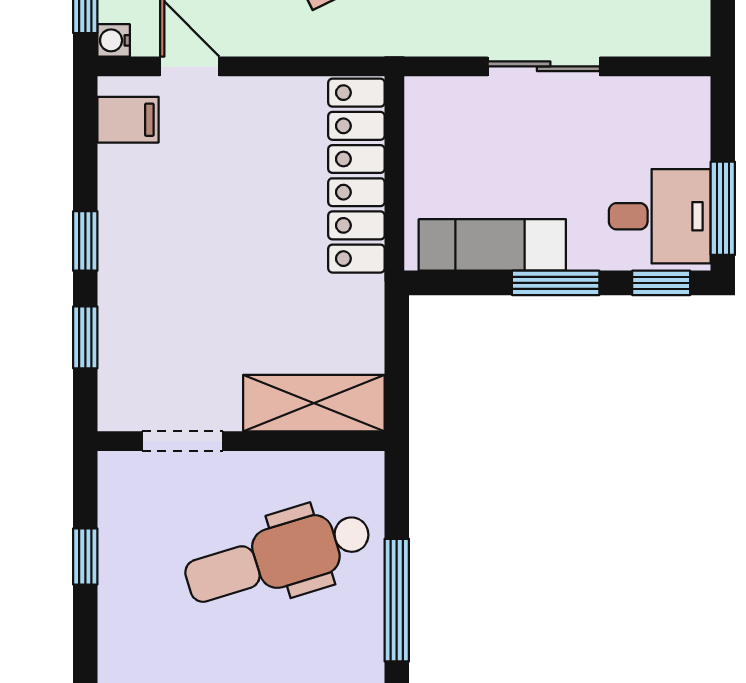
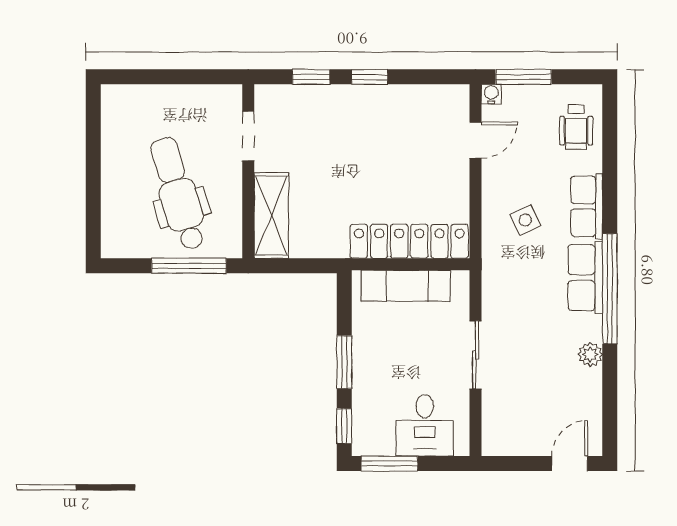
filing cabinet: (128, 120) -> (443, 103), removed
desk: (660, 216) -> (425, 425), moved
exam couch: (492, 245) -> (406, 286), moved, turned 90
window: (85, 557) -> (178, 77), removed
window: (397, 600) -> (189, 266), moved

